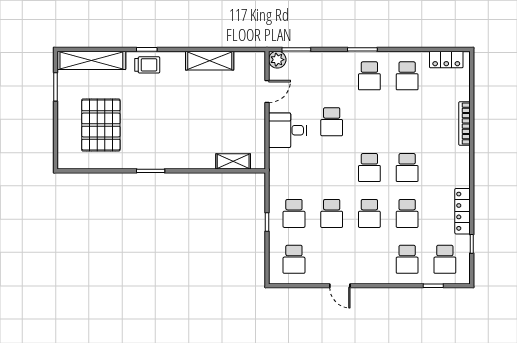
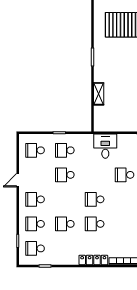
desk: (287, 130) -> (105, 146), moved
shelving: (233, 161) -> (99, 94), moved
locker: (463, 211) -> (93, 260), moved
school desk: (369, 213) -> (35, 199), moved

